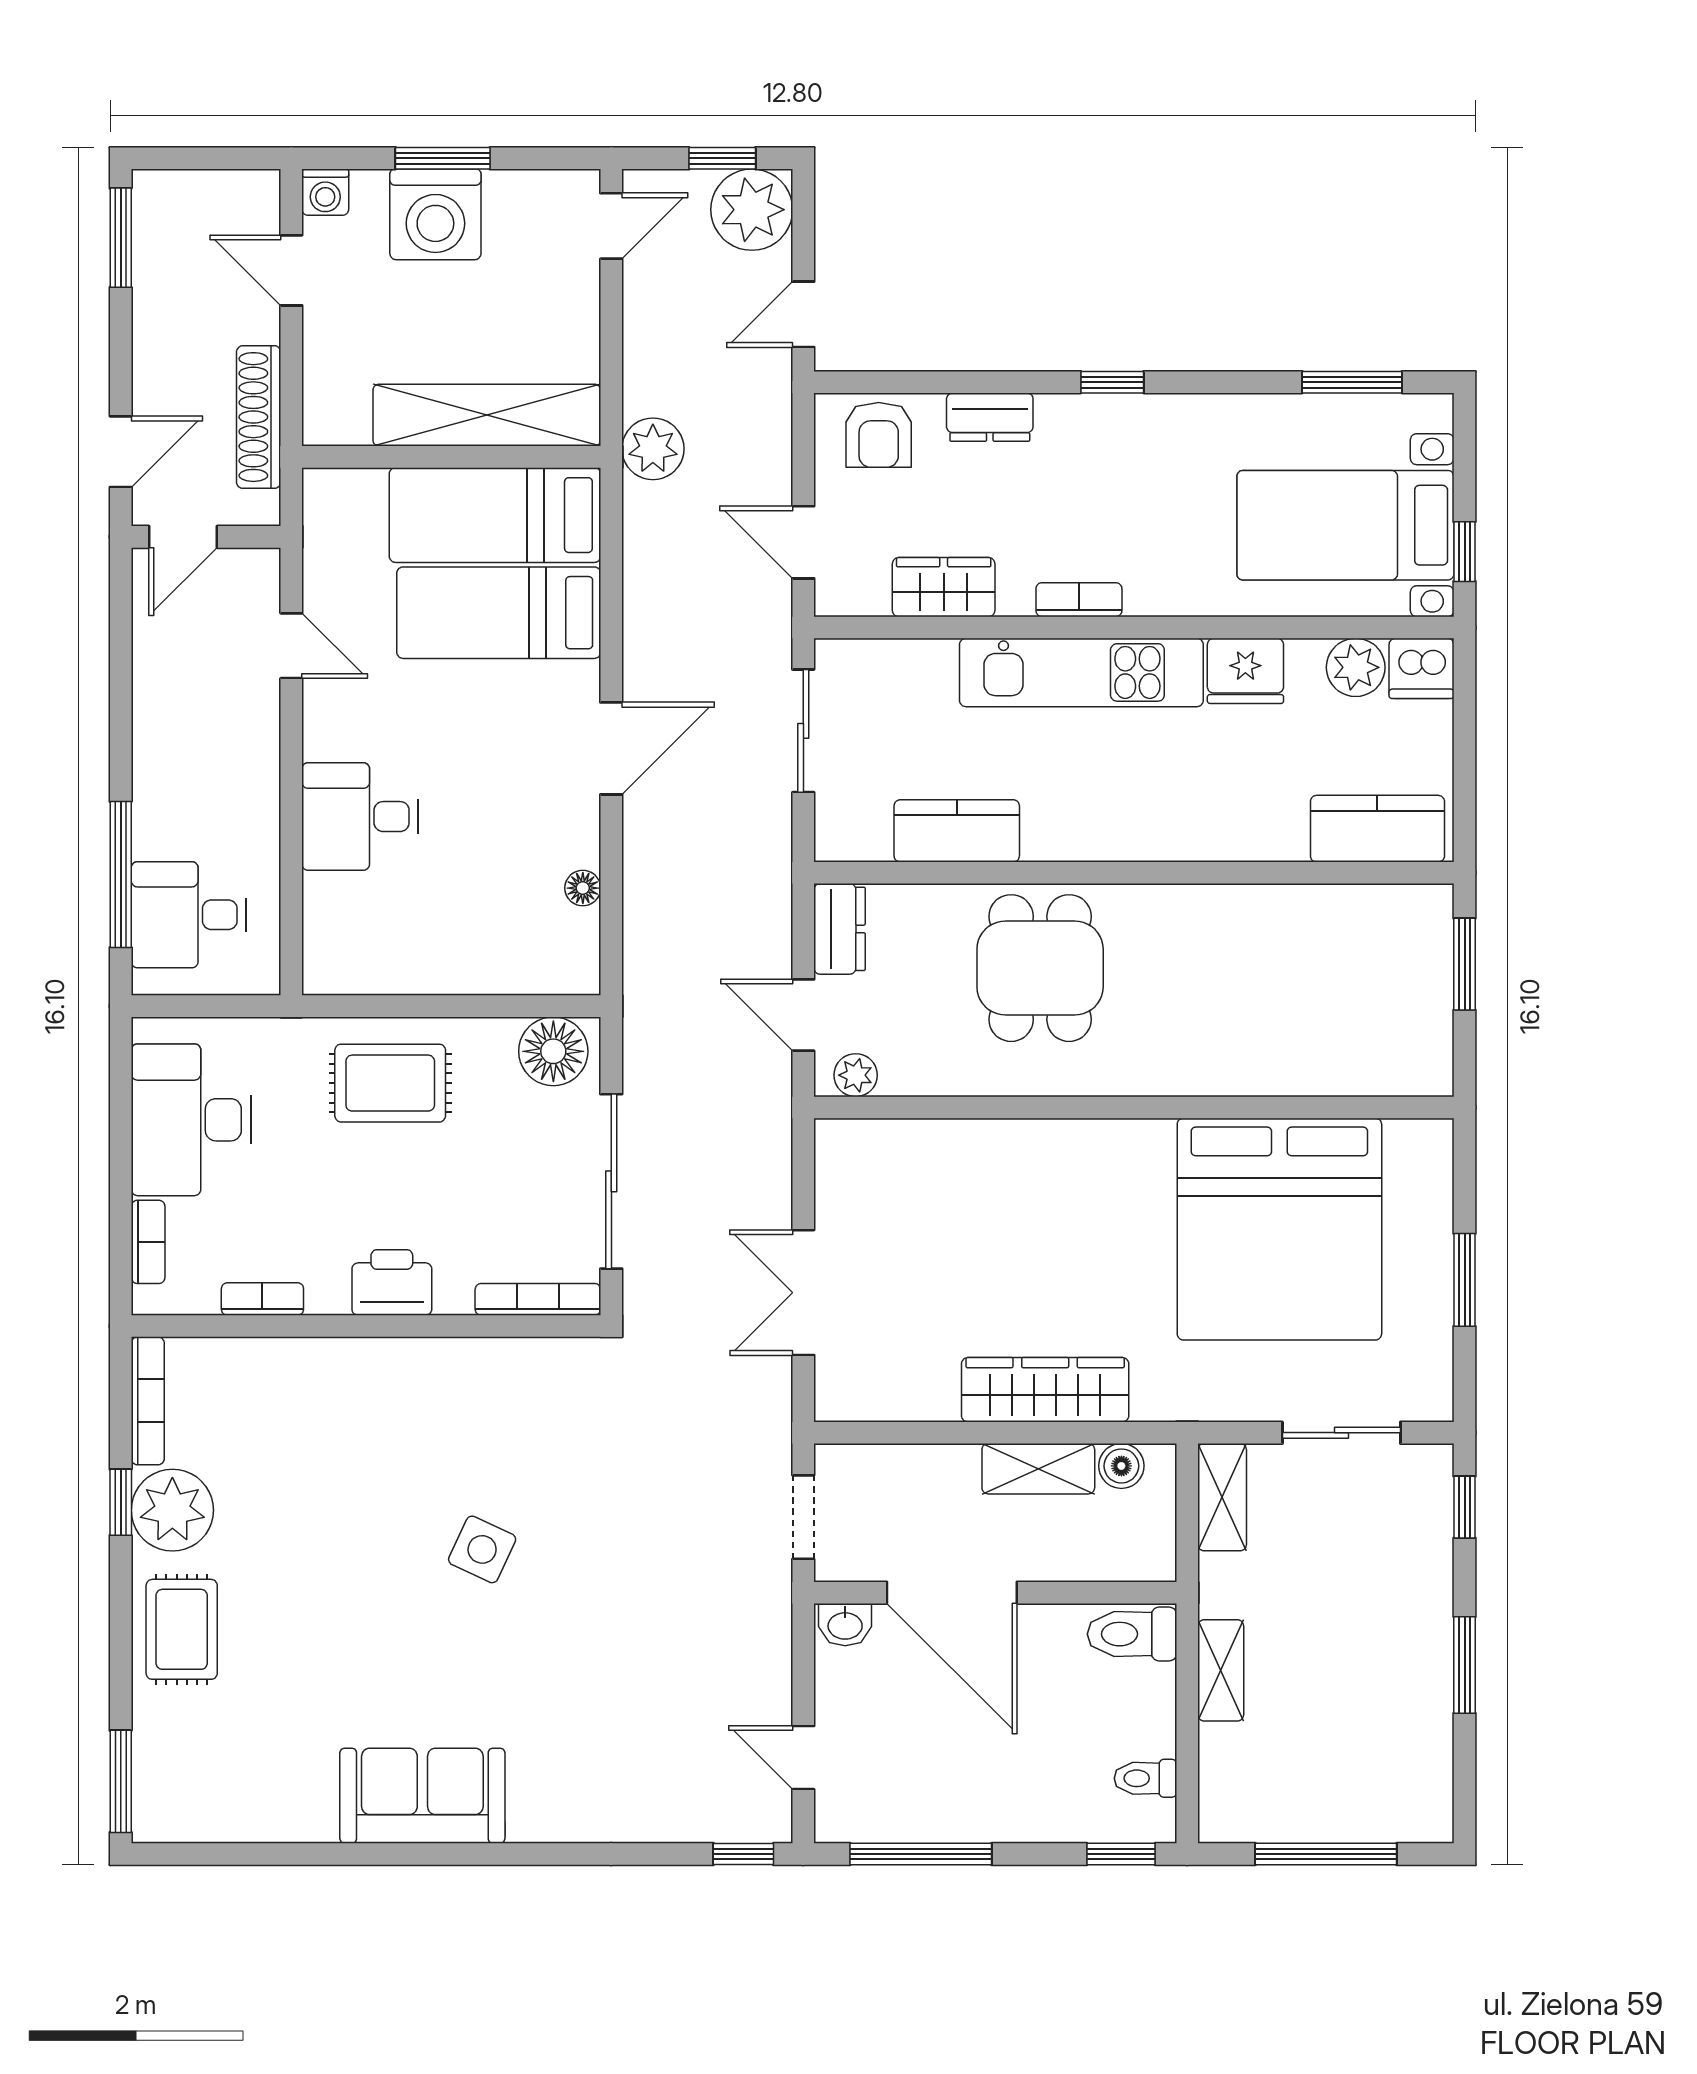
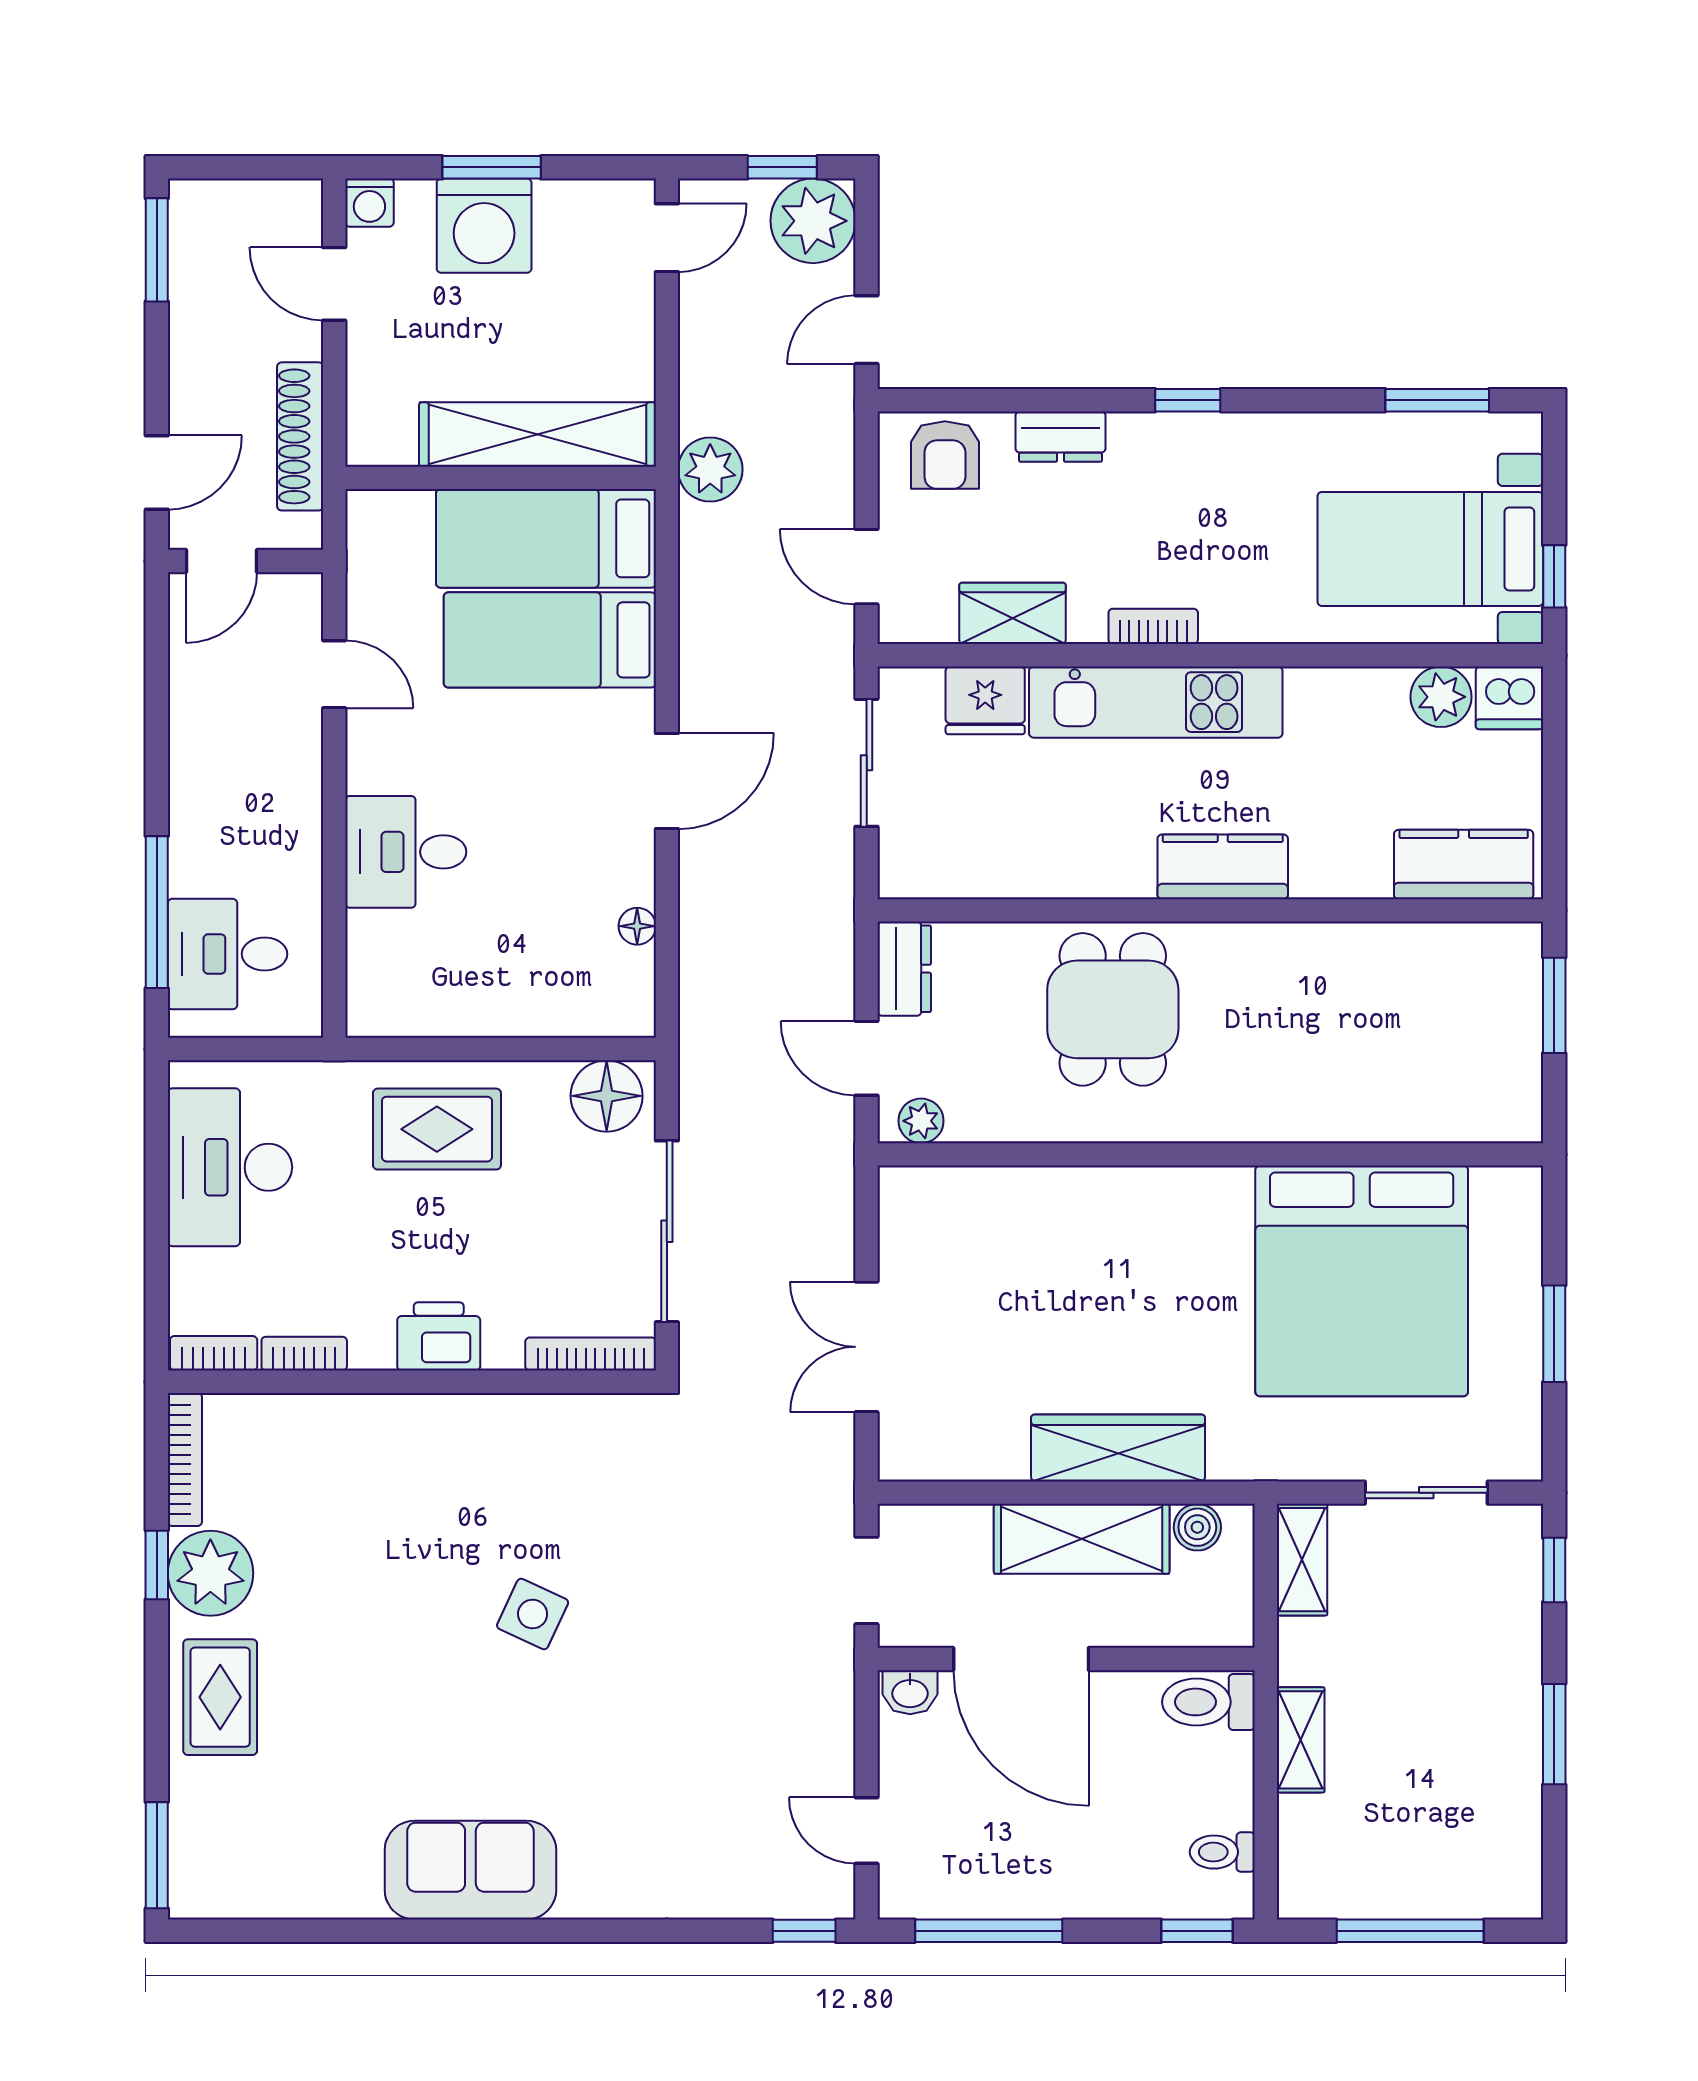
fridge: (1245, 671) -> (985, 700), moved
kitchen counter: (957, 831) -> (1223, 867), moved
bookcase: (148, 1242) -> (214, 1353), moved, turned -90
shelving: (1038, 1469) -> (1082, 1539), width x1.50, depth x1.33

